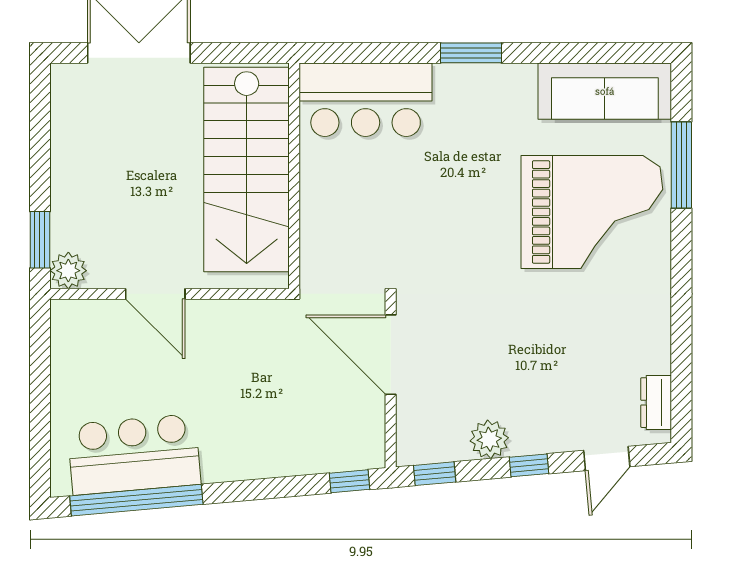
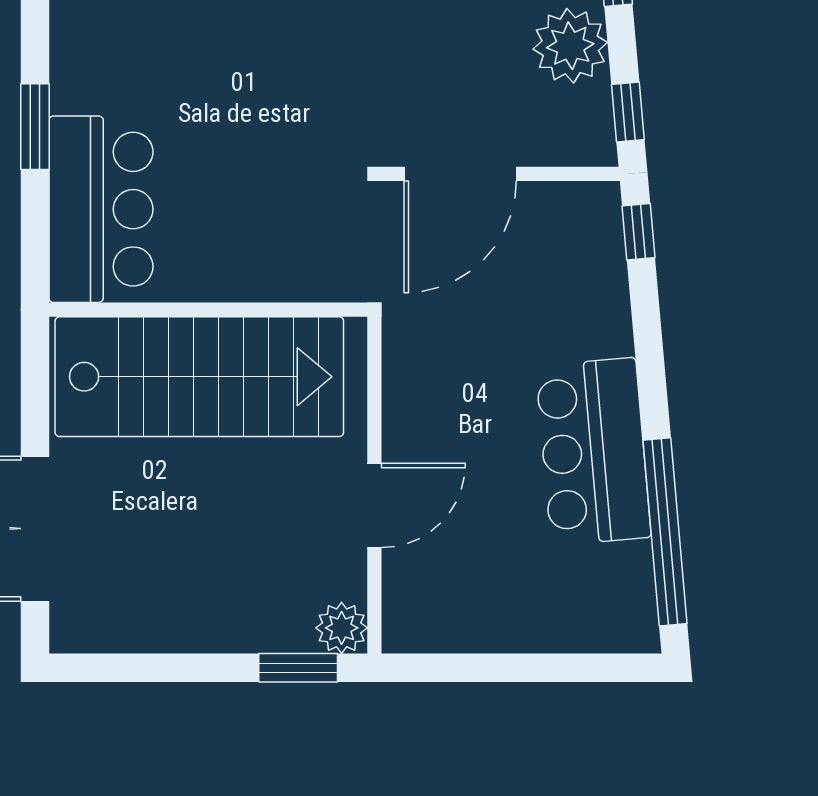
window: (471, 53) -> (35, 127), moved
plant: (489, 439) -> (570, 46), width x1.36, depth x1.36
bar counter: (134, 454) -> (593, 452), moved

